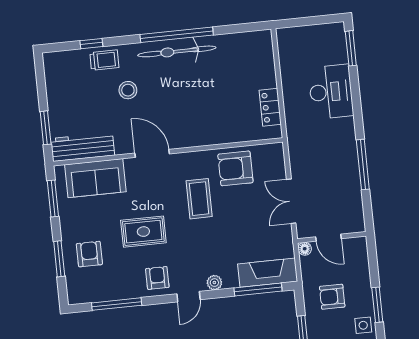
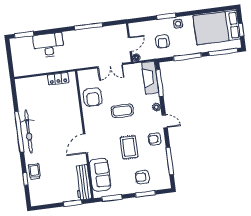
stool: (128, 90) -> (51, 158), removed
coffee table: (199, 199) -> (122, 111), moved

